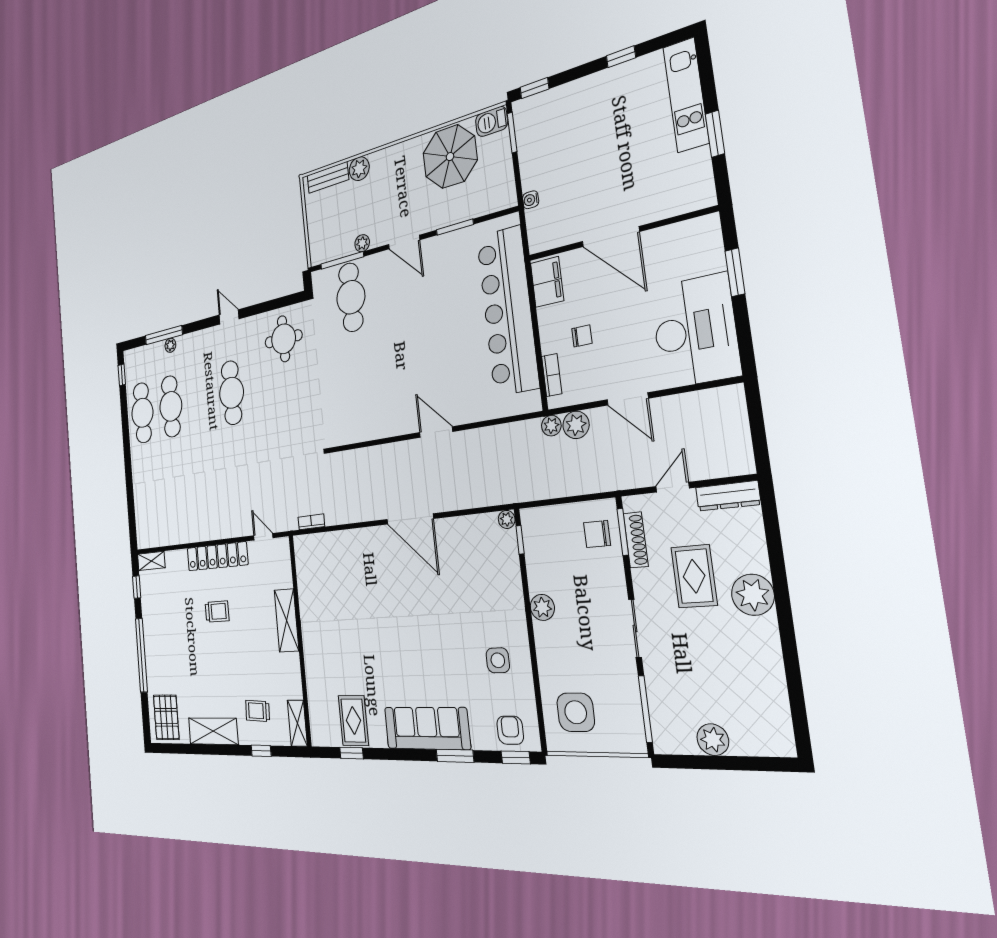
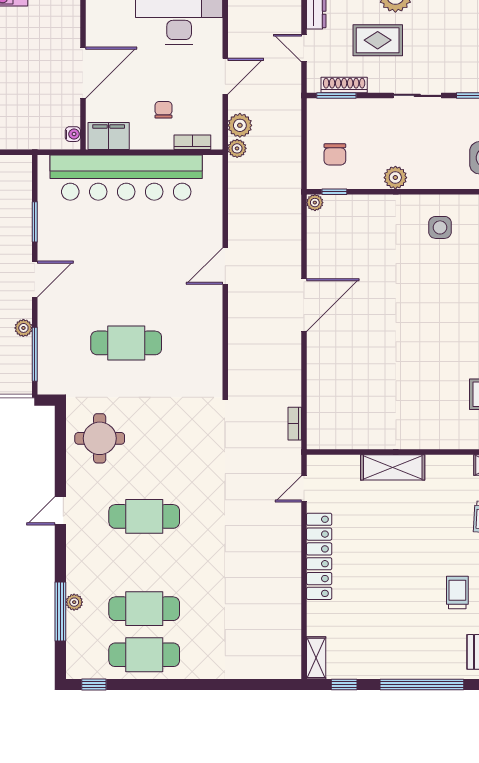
water cooler: (531, 200) -> (73, 134), moved, turned -90
cafe table: (351, 297) -> (126, 343), moved
chair: (597, 534) -> (335, 154), moved
trolley: (217, 611) -> (457, 593), moved

